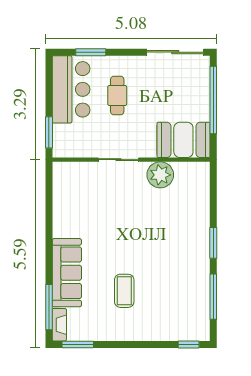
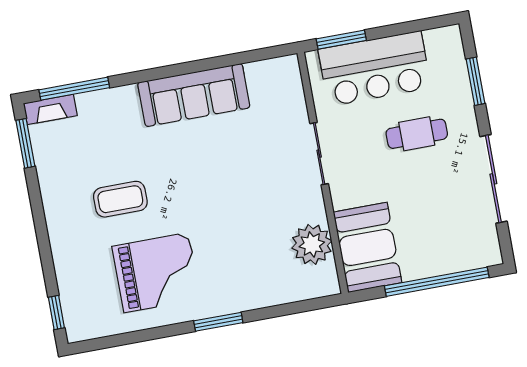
sliding door: (175, 52) -> (493, 179), moved
bar counter: (71, 89) -> (375, 69), moved
plant: (160, 175) -> (312, 244), moved
sofa: (67, 273) -> (194, 95), moved
grand piano: (175, 277) -> (156, 273), added
window: (213, 297) -> (136, 337), removed

